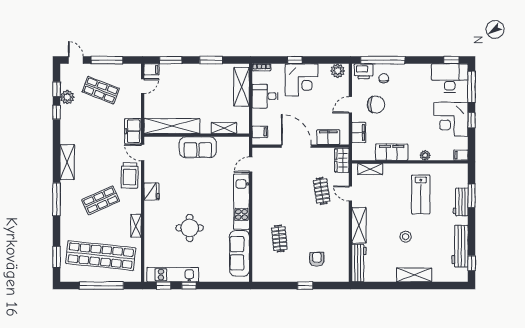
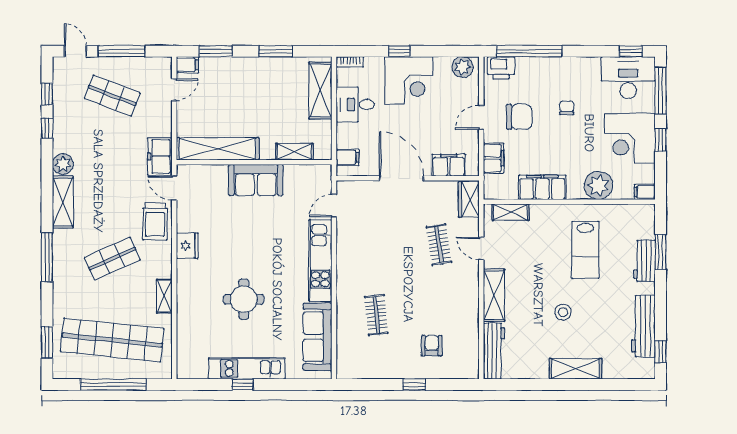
chair: (384, 78) -> (567, 108), moved
plant: (67, 97) -> (63, 164), moved
plant: (425, 155) -> (598, 185), width x1.87, depth x1.87
kitchen unit: (173, 275) -> (247, 368), moved
window: (164, 286) -> (205, 384), removed

